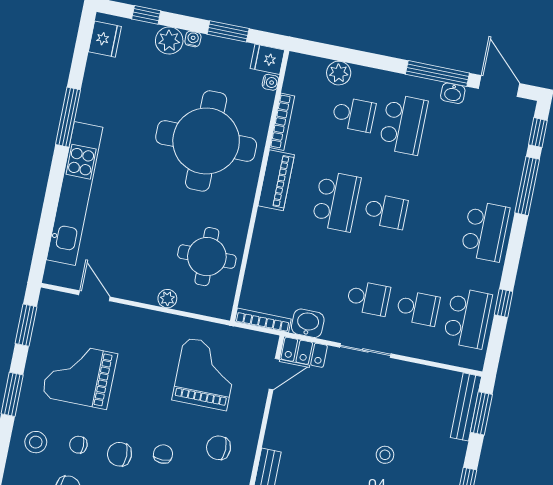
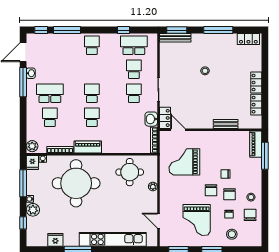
window: (228, 31) -> (23, 183), width x1.44
fridge: (105, 39) -> (55, 240), moved
plant: (339, 73) -> (32, 146), moved
school desk: (336, 201) -> (92, 117), width x0.54
school desk: (485, 231) -> (92, 45), width x0.54
door: (94, 296) -> (158, 221), hinge flipped
chair: (219, 448) -> (211, 190), moved

